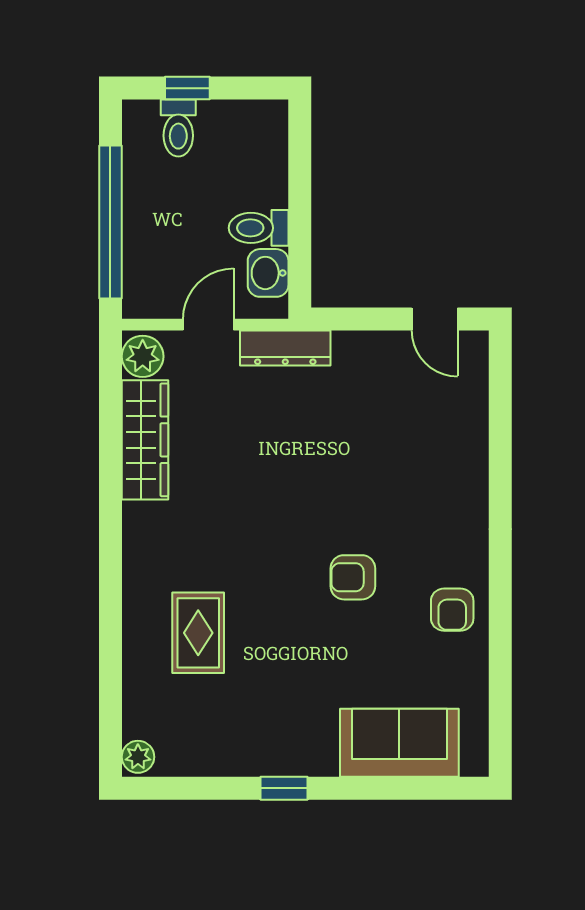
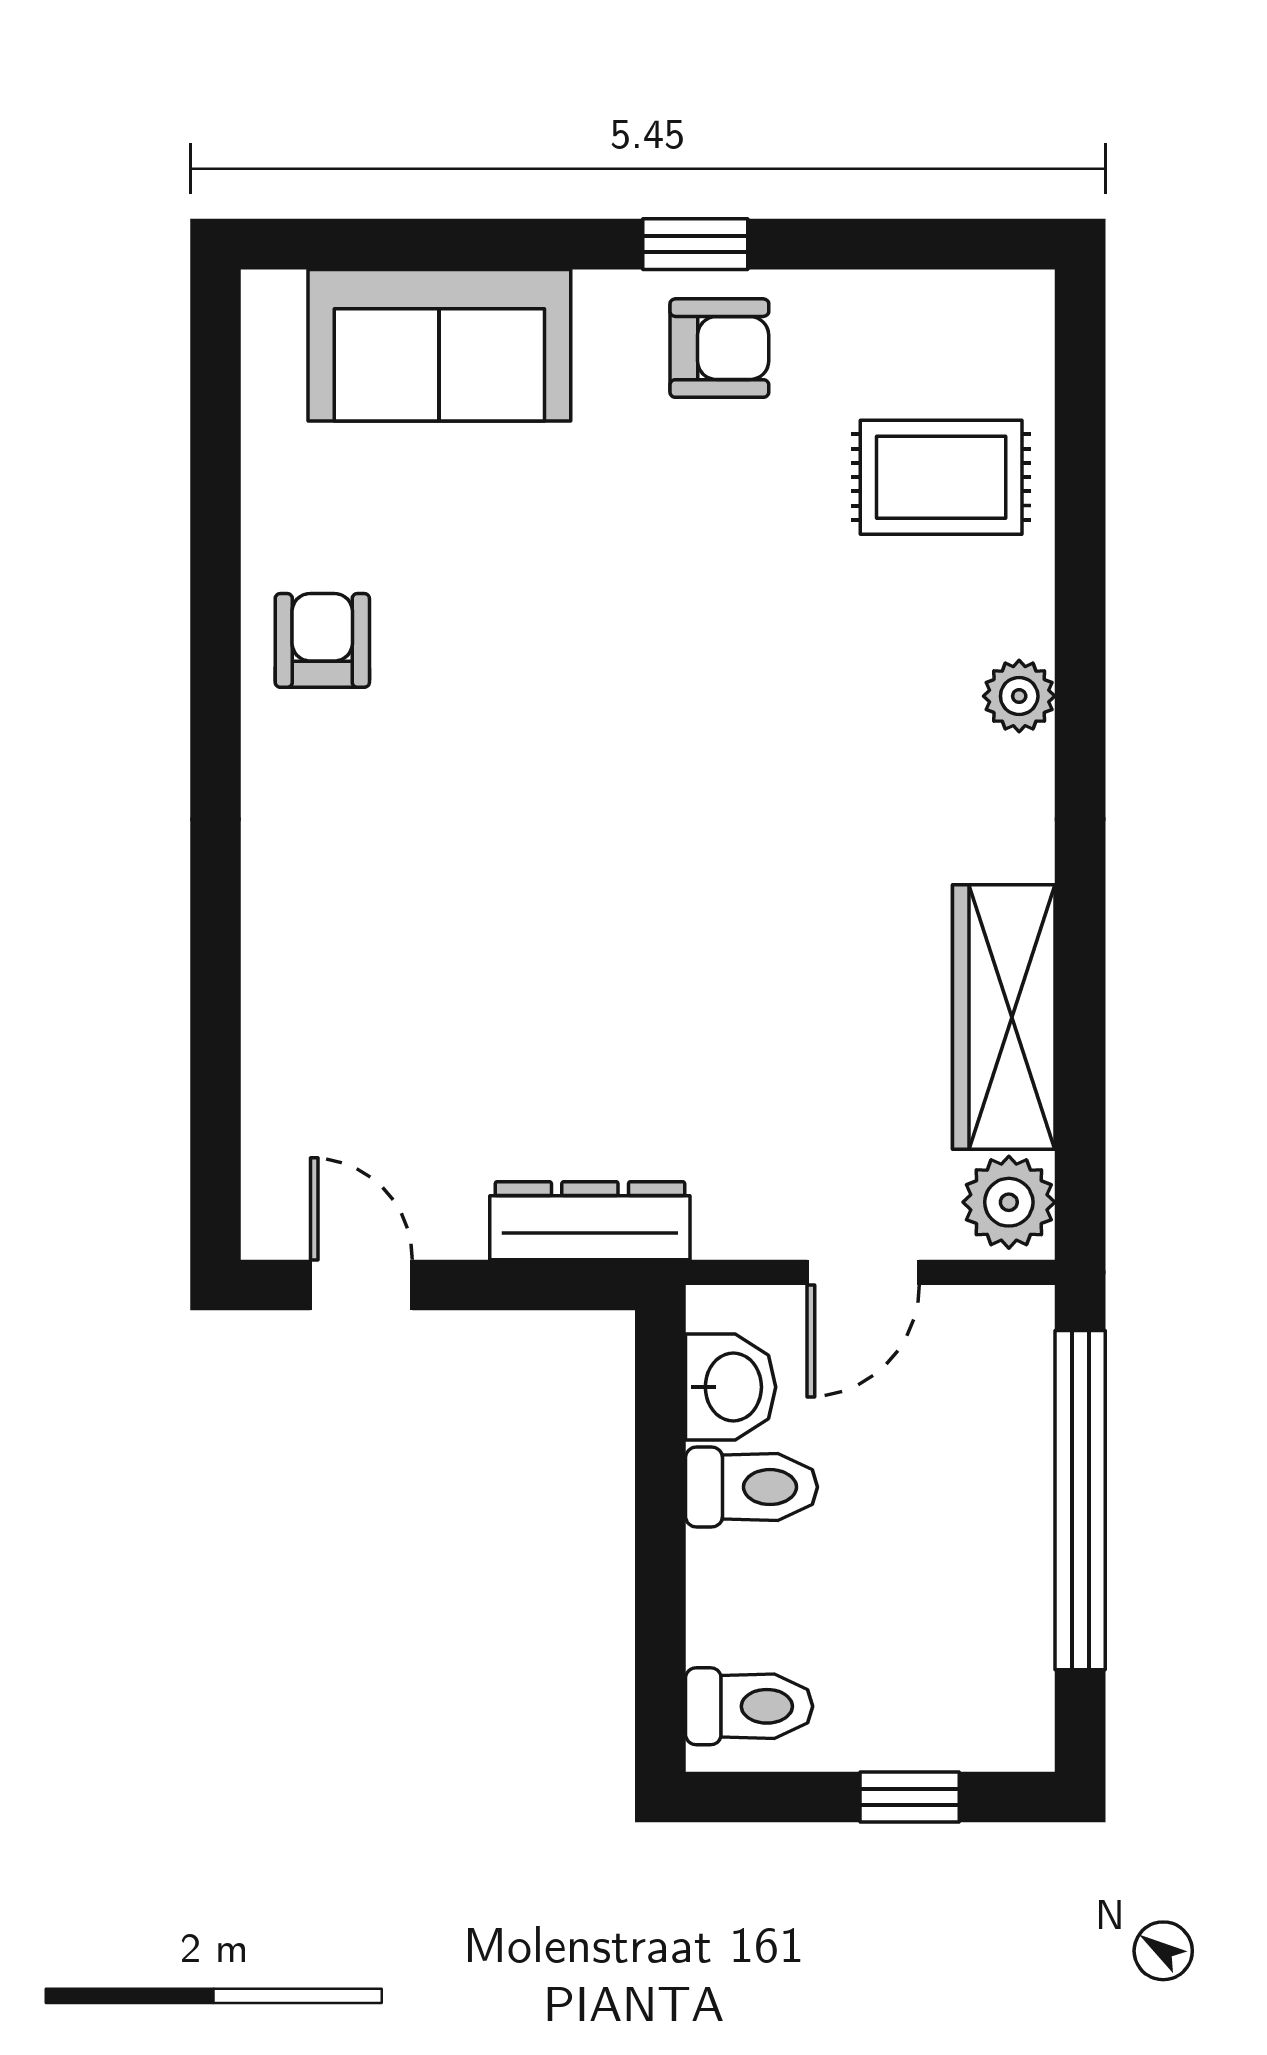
toilet: (178, 128) -> (749, 1706), moved, turned 90
dresser: (285, 348) -> (590, 1221), moved
armchair: (353, 577) -> (719, 348), moved
rug: (198, 633) -> (941, 477), moved, turned 90
plant: (138, 757) -> (1019, 696), moved

